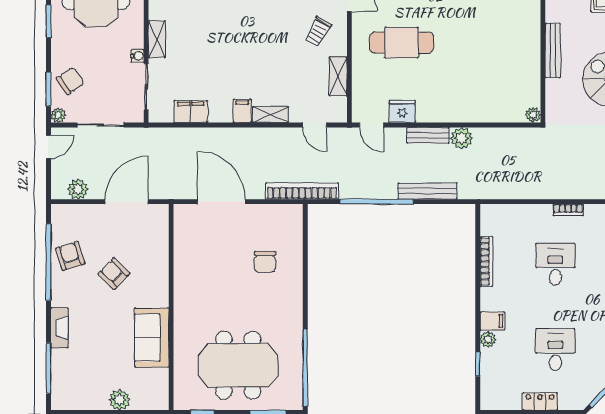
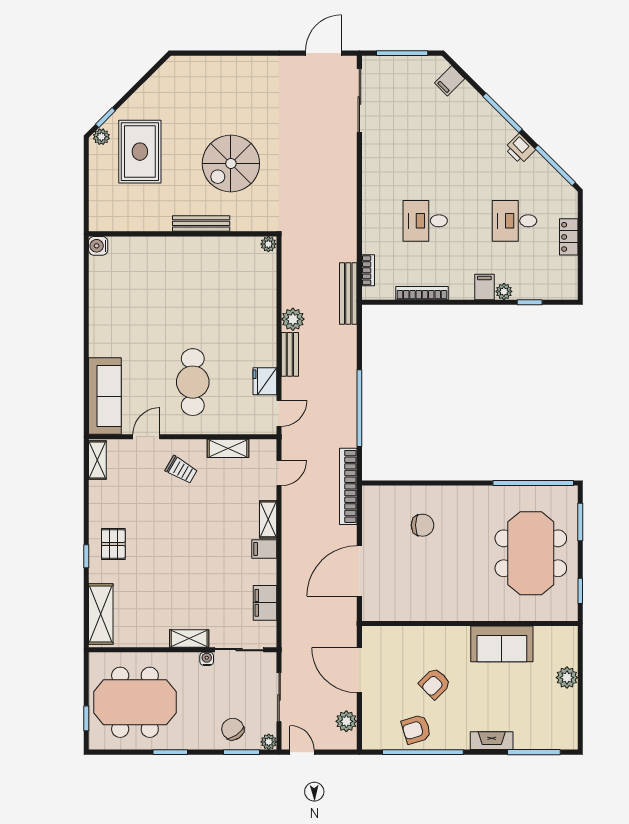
bench: (427, 191) -> (348, 293), moved
bookcase: (568, 210) -> (368, 270), moved

